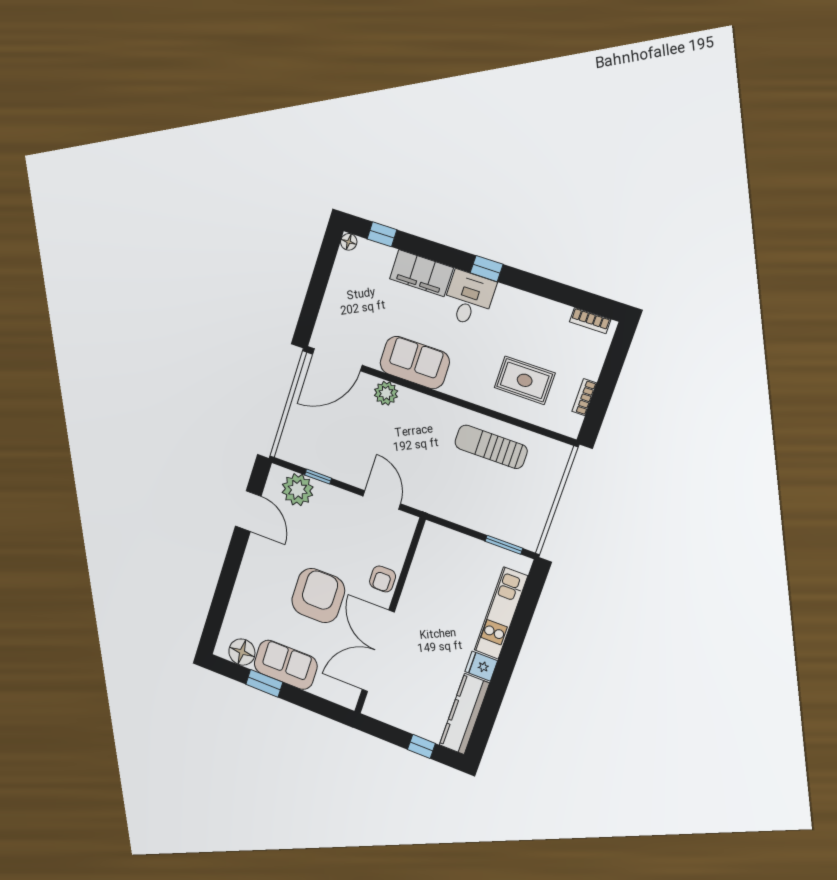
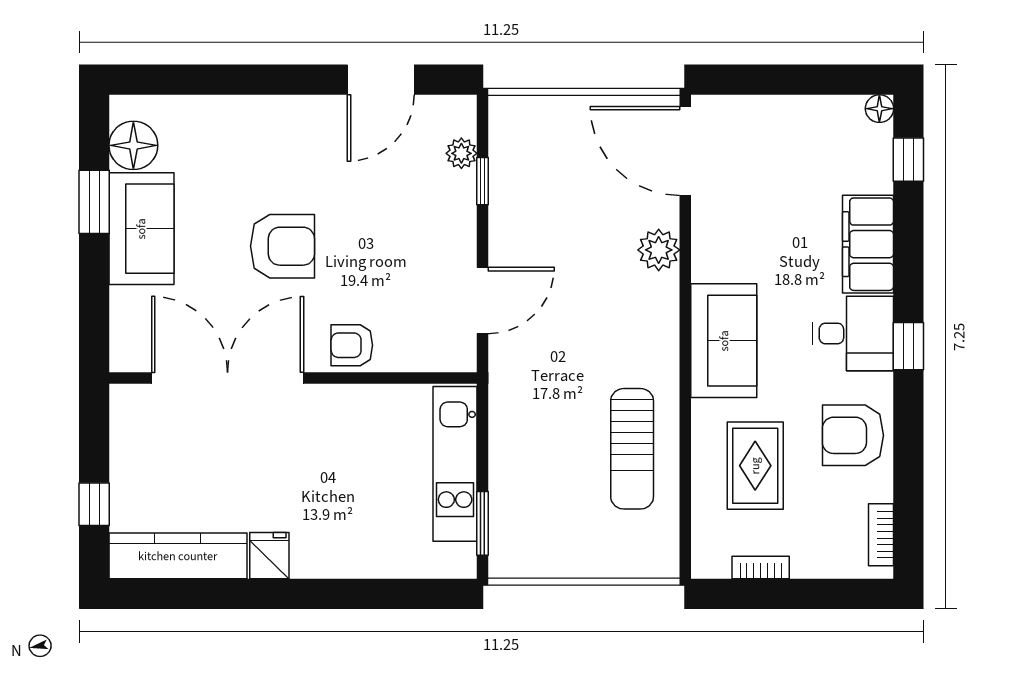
armchair: (527, 318) -> (853, 435), added
sofa: (415, 363) -> (724, 341), moved
sun lounger: (491, 447) -> (632, 449), turned 180
plant: (298, 490) -> (461, 153), width x0.53, depth x0.53
armchair: (318, 596) -> (282, 246), width x0.73, depth x0.73
kitchen unit: (501, 613) -> (455, 464), moved, turned -90

